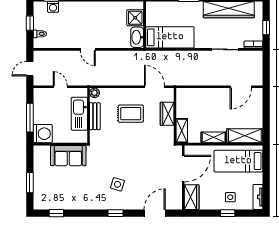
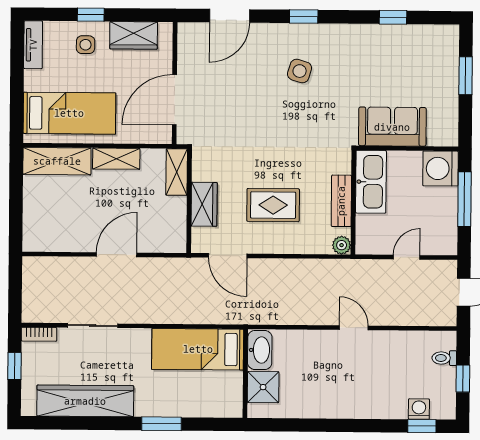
door: (60, 87) -> (407, 257), swing flipped
door: (241, 87) -> (117, 255), moved
kitchen sink: (79, 114) -> (371, 182), moved
wardrobe: (192, 197) -> (134, 35), moved, turned -90
window: (56, 213) -> (393, 17), moved

